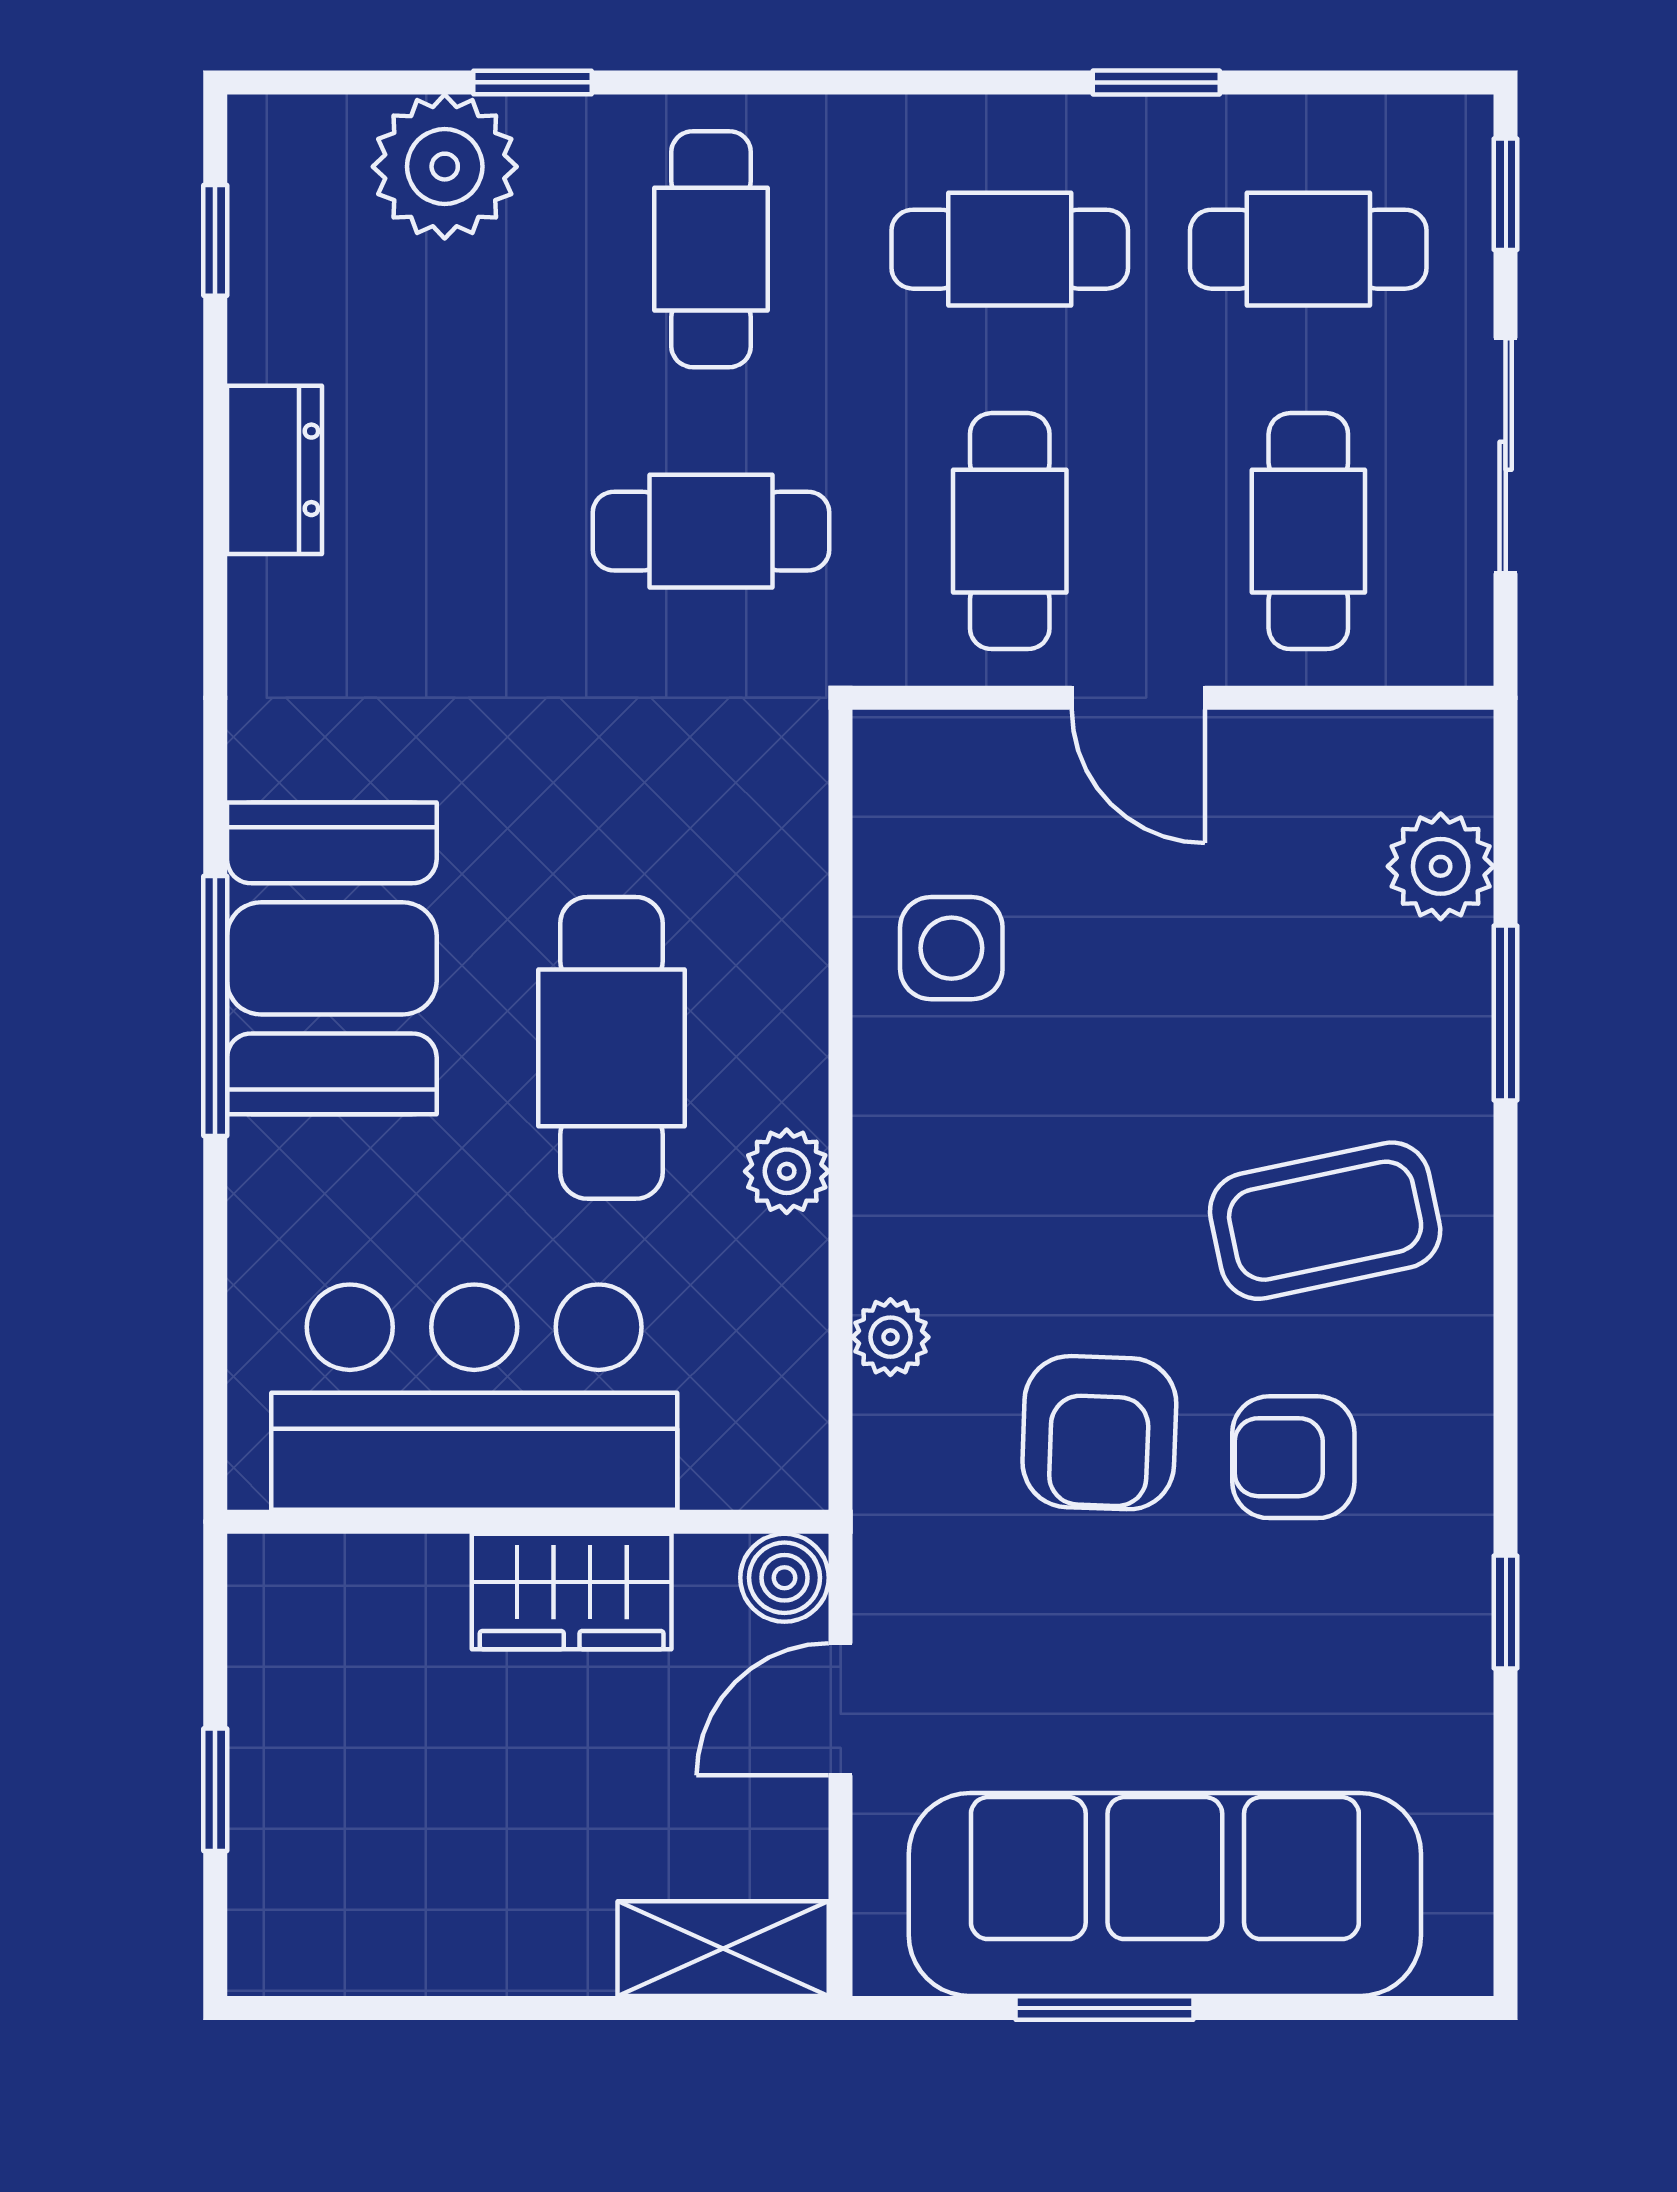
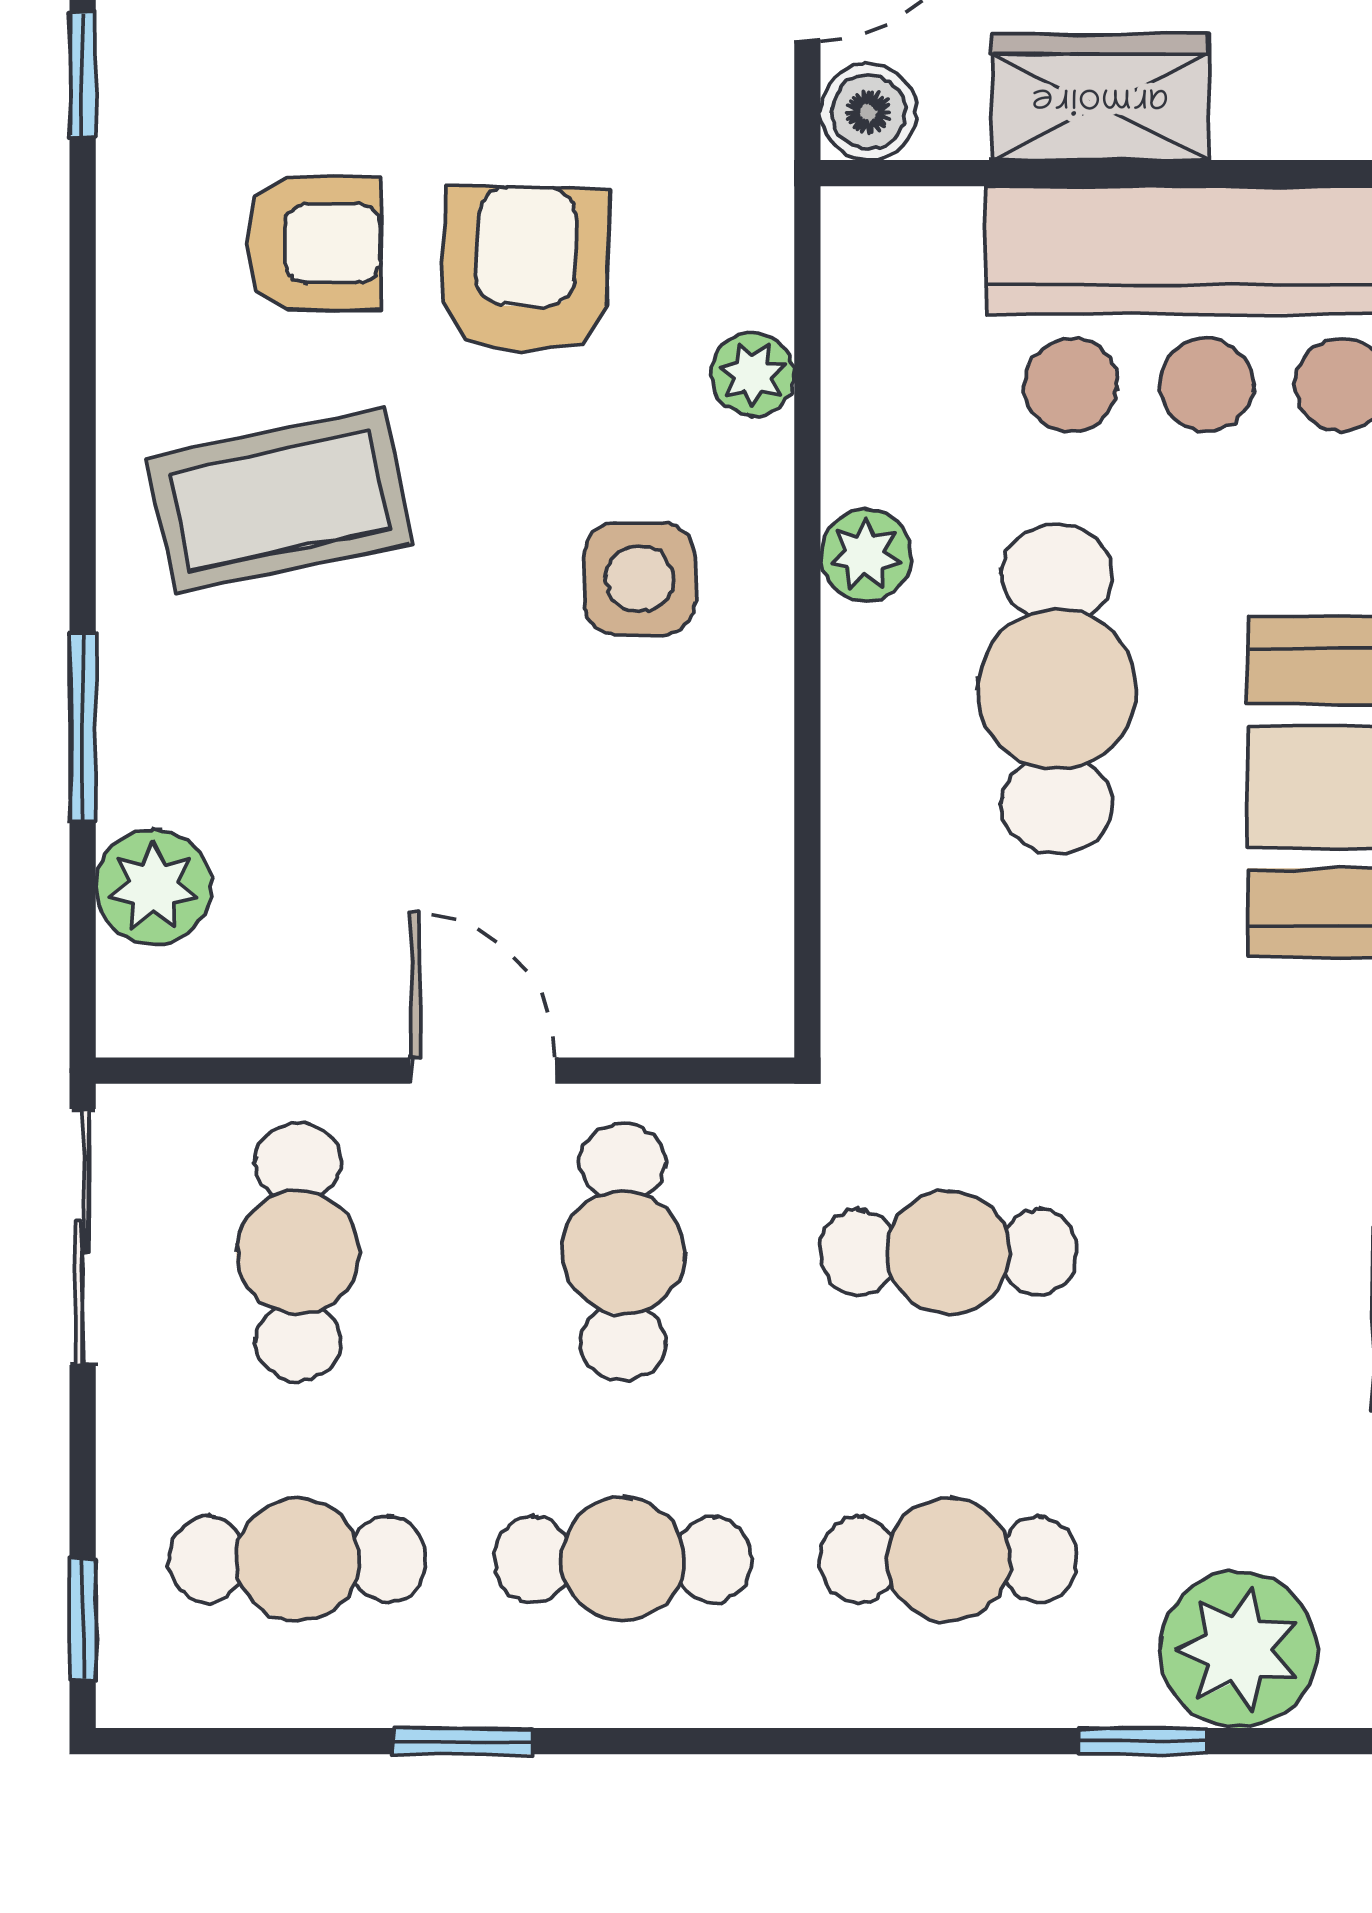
cafe table: (711, 249) -> (948, 1560), turned 90
sliding door: (1506, 456) -> (83, 1237), moved
side table: (951, 948) -> (639, 579), moved

